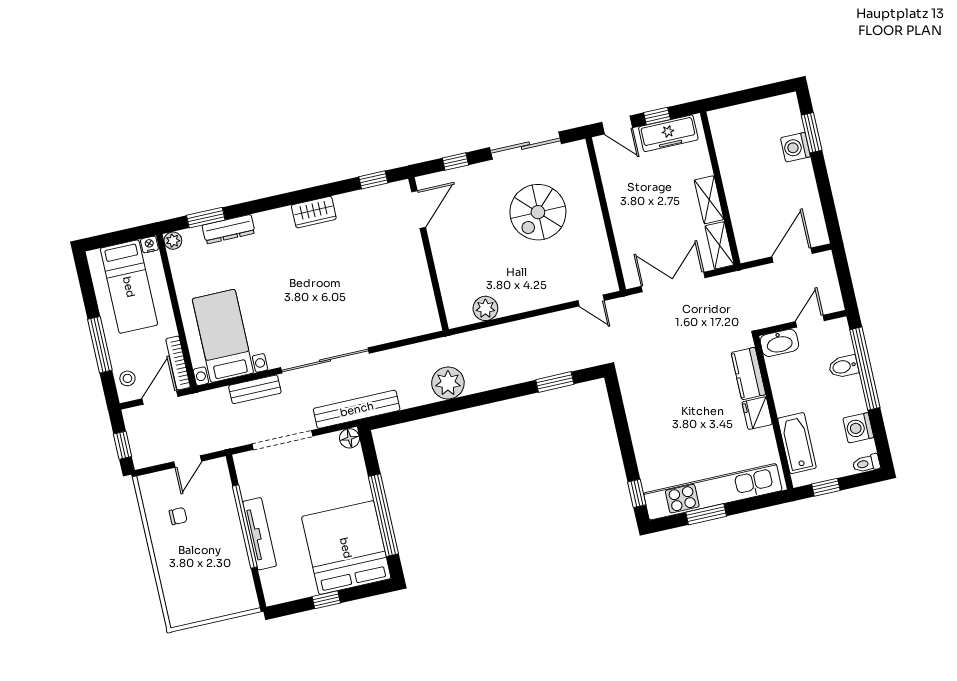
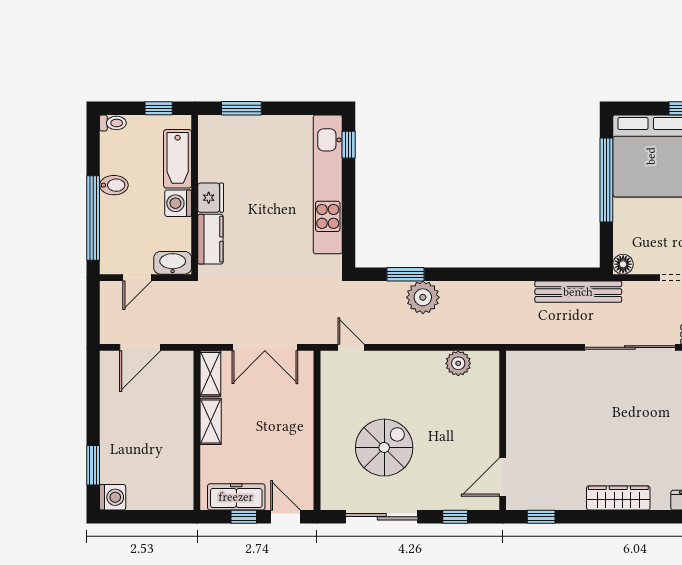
washing machine: (795, 147) -> (113, 497), moved
wardrobe: (314, 212) -> (618, 498), width x1.50
bidet: (844, 367) -> (114, 185), moved
plant: (448, 383) -> (423, 297), moved
bench: (357, 409) -> (578, 292), moved
washing machine: (858, 428) -> (178, 203), moved, turned 180
kitchen unit: (713, 492) -> (328, 184), moved, turned 90
window: (706, 514) -> (241, 108), moved

